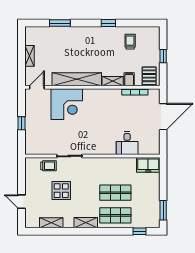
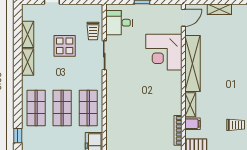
door: (37, 87) -> (183, 18), hinge flipped
desk: (127, 143) -> (119, 23), moved
shop shelf: (115, 170) -> (88, 108), added
shelving: (86, 223) -> (28, 62), moved

